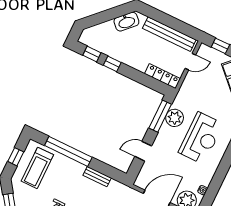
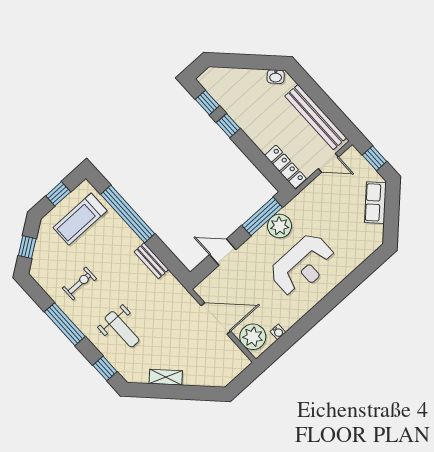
washbasin: (126, 22) -> (276, 77), width x0.52, depth x0.69

